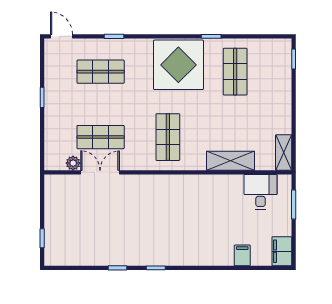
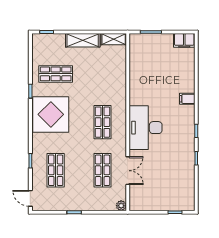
door: (61, 36) -> (30, 198), hinge flipped
shop shelf: (168, 137) -> (102, 122), turned 90
shelving: (231, 161) -> (83, 40), moved, turned 90
plant: (73, 163) -> (121, 206), moved
double door: (100, 172) -> (128, 171), swing flipped
desk: (261, 192) -> (146, 128), moved, width x1.87, depth x1.30
filing cabinet: (242, 255) -> (187, 99), moved

